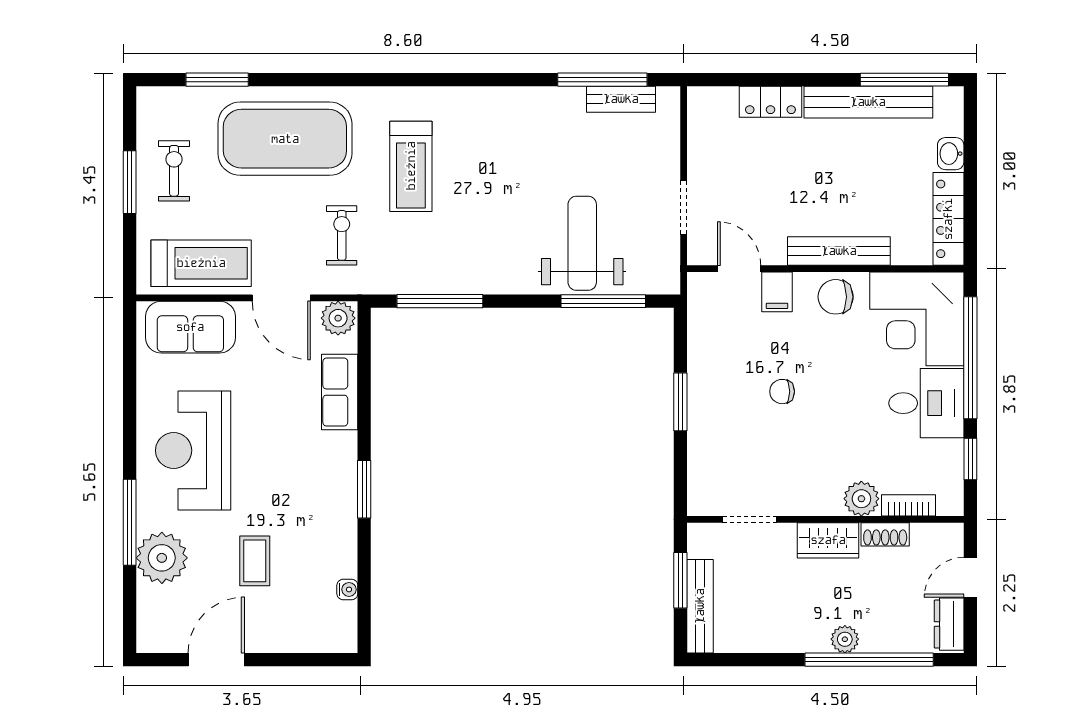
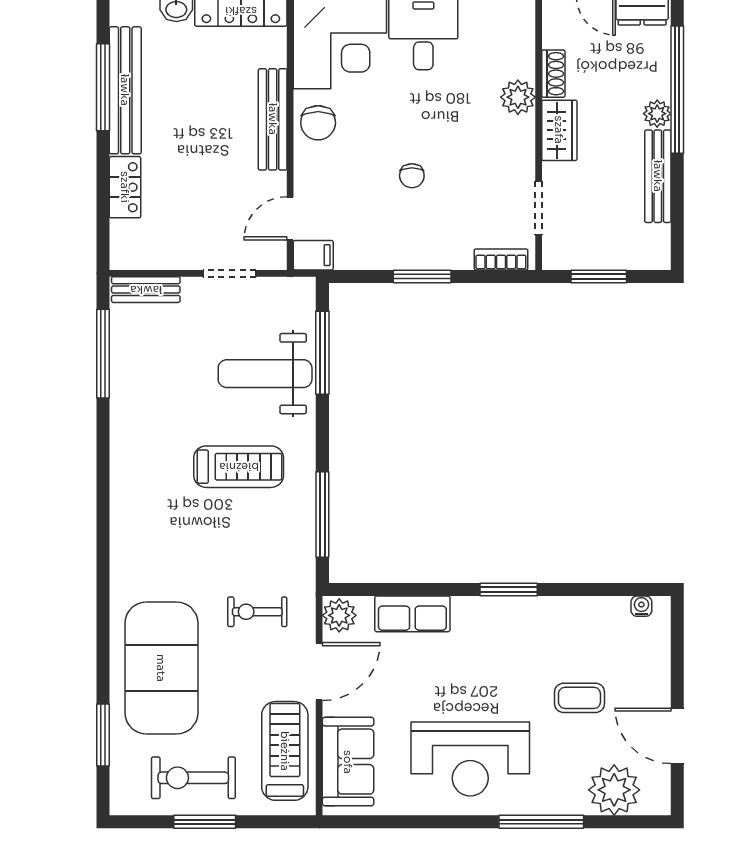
window: (904, 80) -> (103, 87), moved
bench: (621, 99) -> (146, 290), moved, turned 90
treadmill: (411, 166) -> (239, 467), moved
exercise bike: (174, 171) -> (193, 778), width x1.38, depth x1.39
filing cabinet: (777, 292) -> (313, 255), moved
bookcase: (908, 505) -> (501, 259), moved, turned 90
plant: (162, 558) -> (614, 790), moved
water cooler: (347, 589) -> (641, 606), moved
bench: (700, 606) -> (658, 176), moved, turned 90

